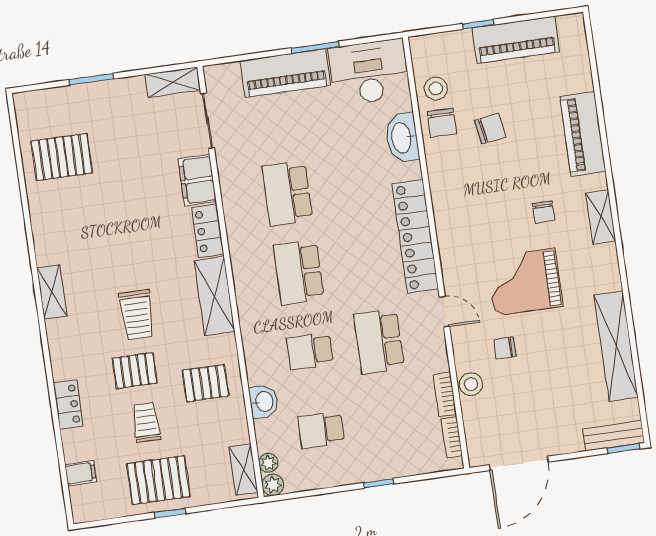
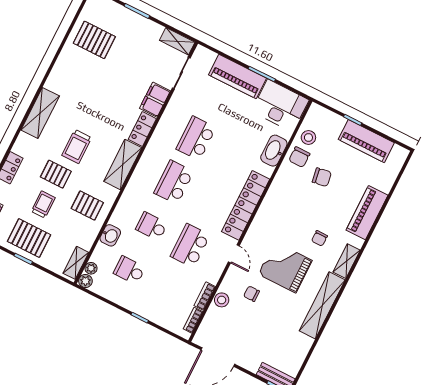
shelving: (52, 292) -> (40, 113), width x1.50, depth x1.33
shelving: (616, 346) -> (322, 305), moved

